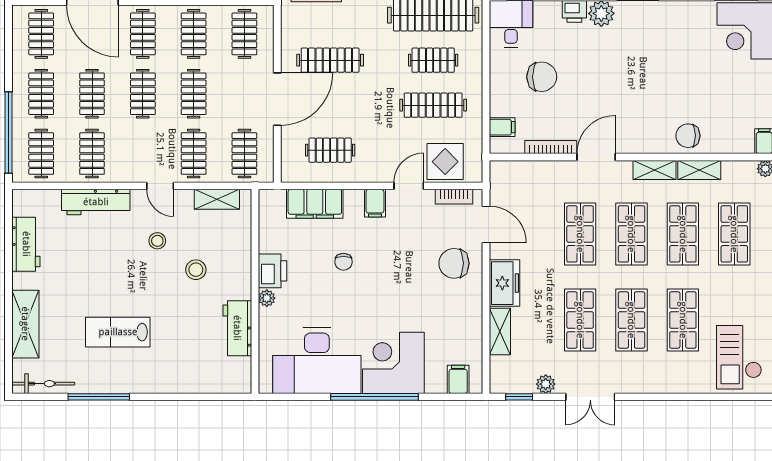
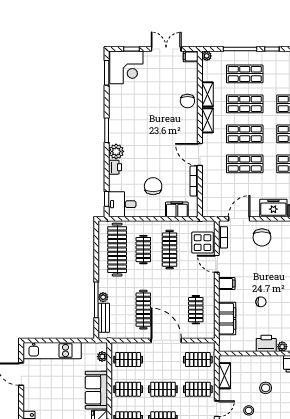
filing cabinet: (502, 127) -> (177, 209), width x2.00

